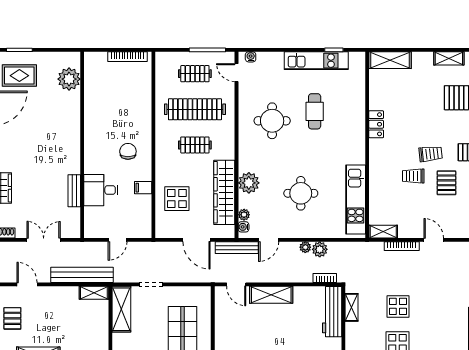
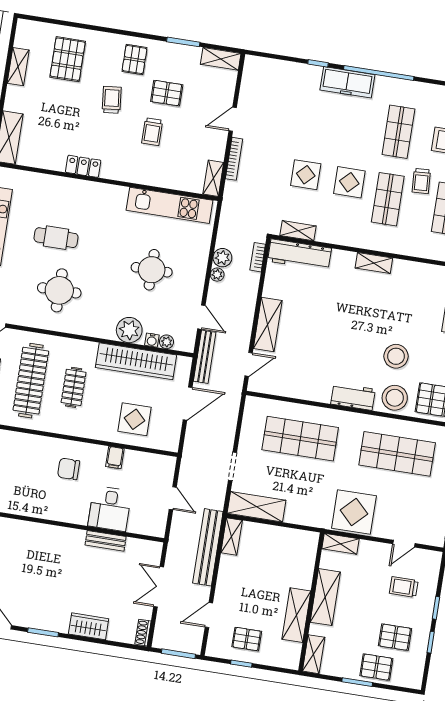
trolley: (431, 154) -> (112, 100), moved
water cooler: (244, 227) -> (152, 340), moved

